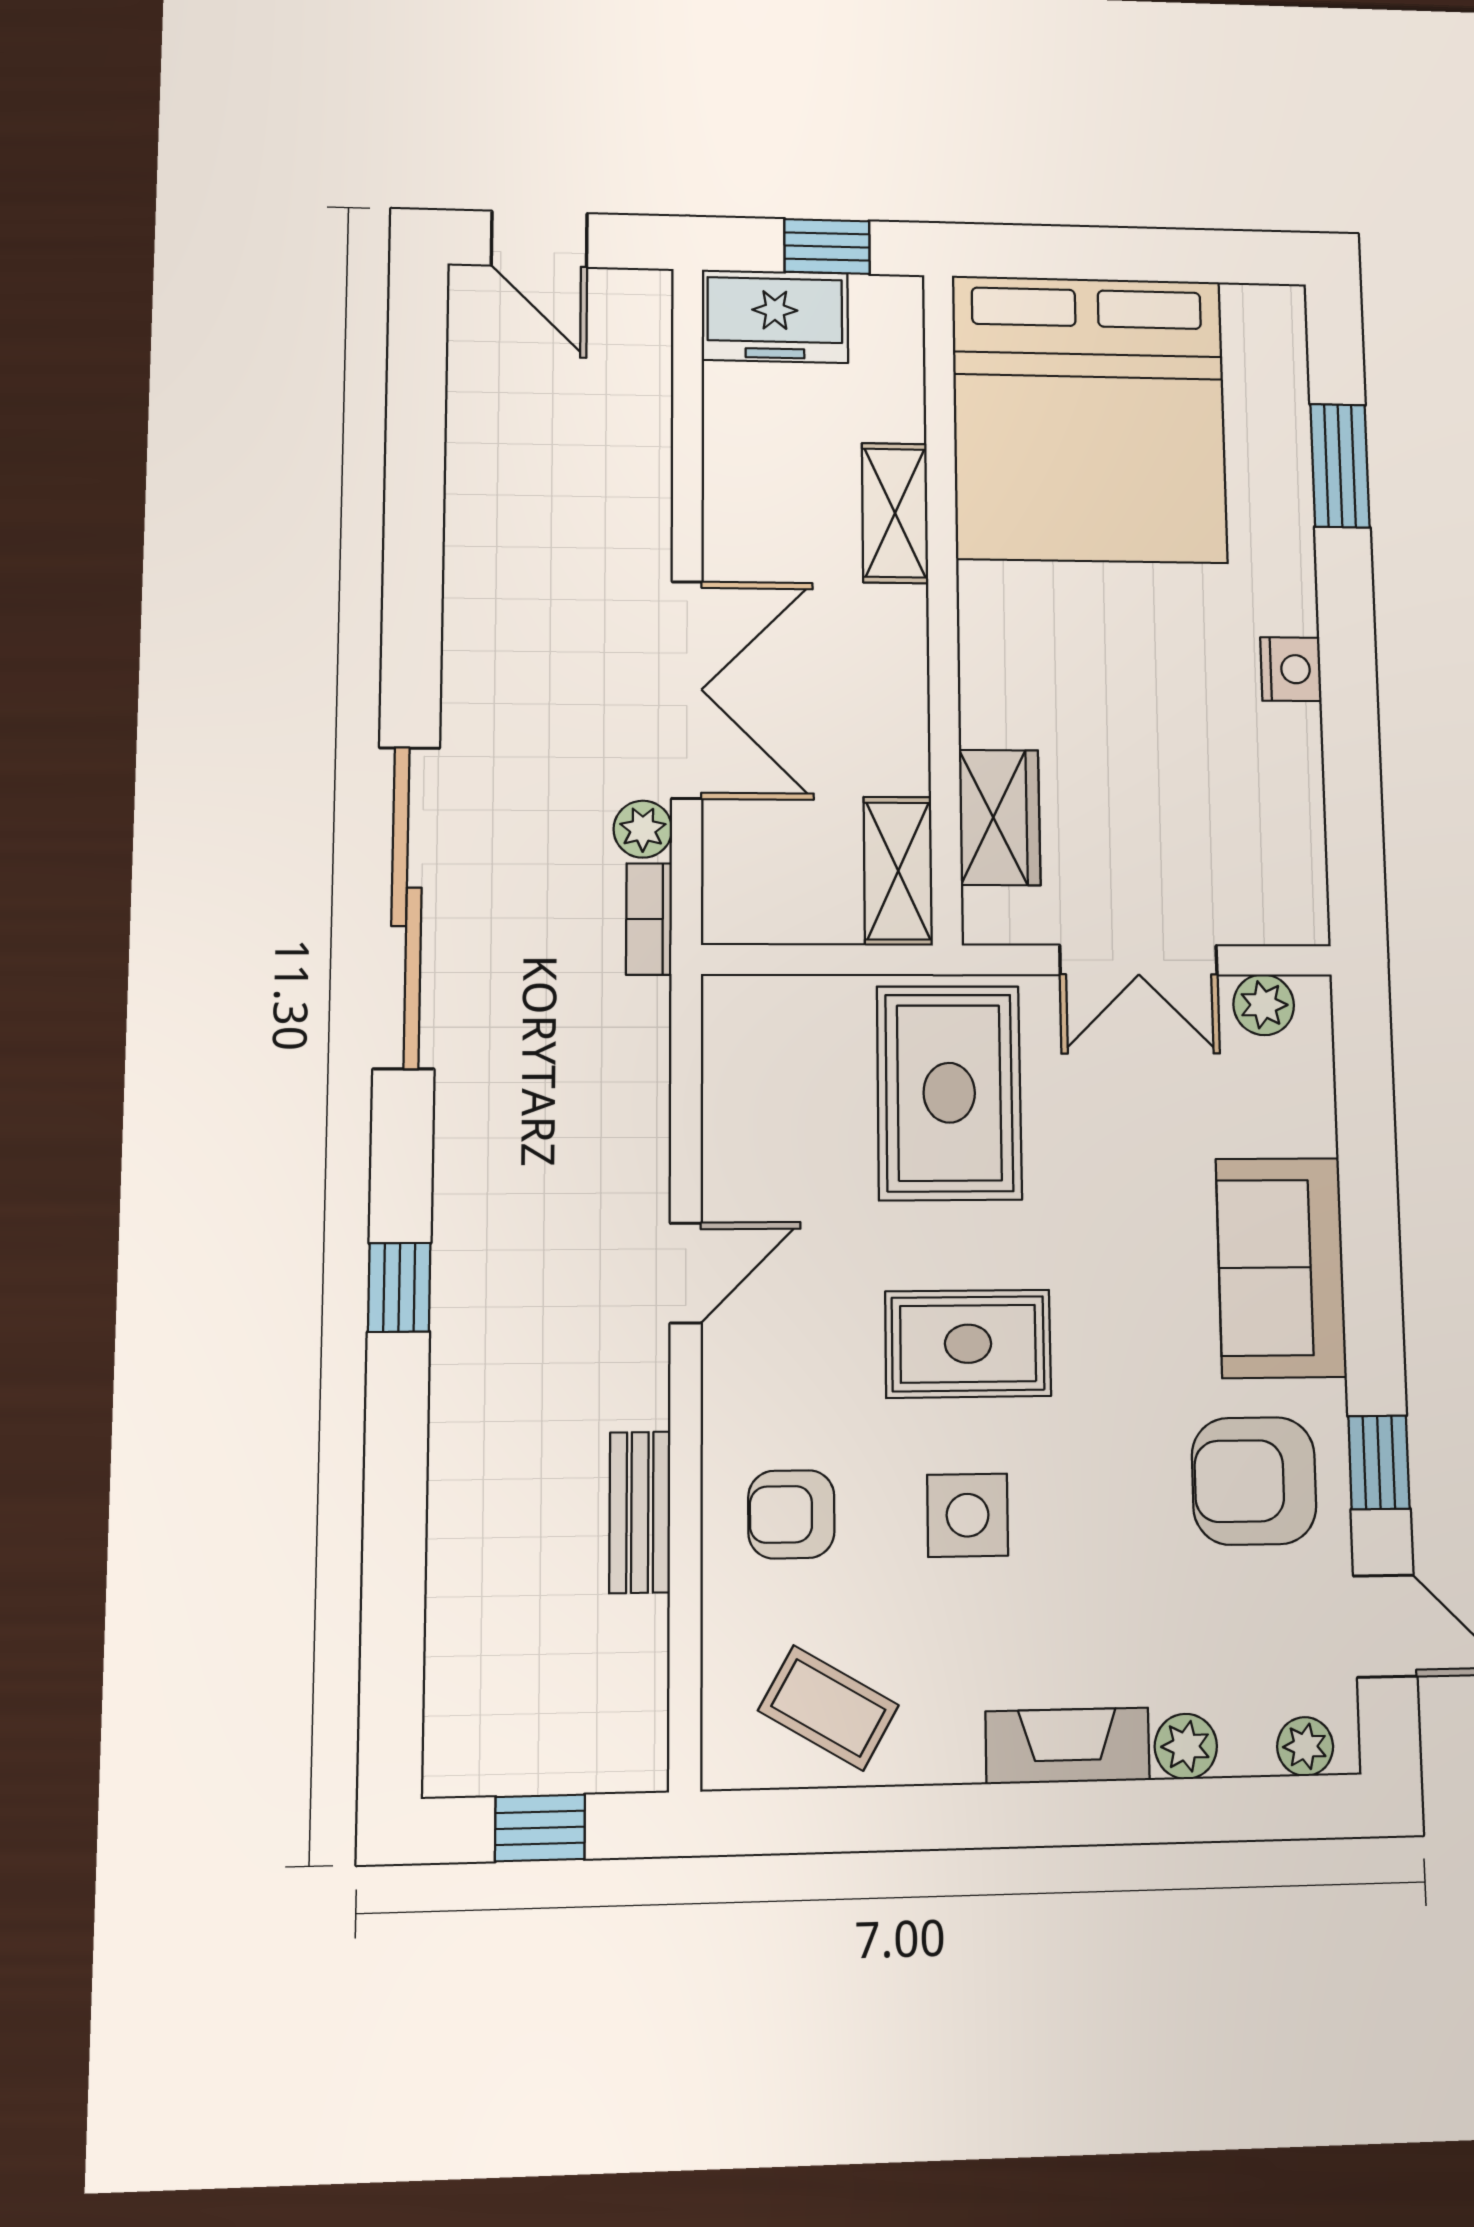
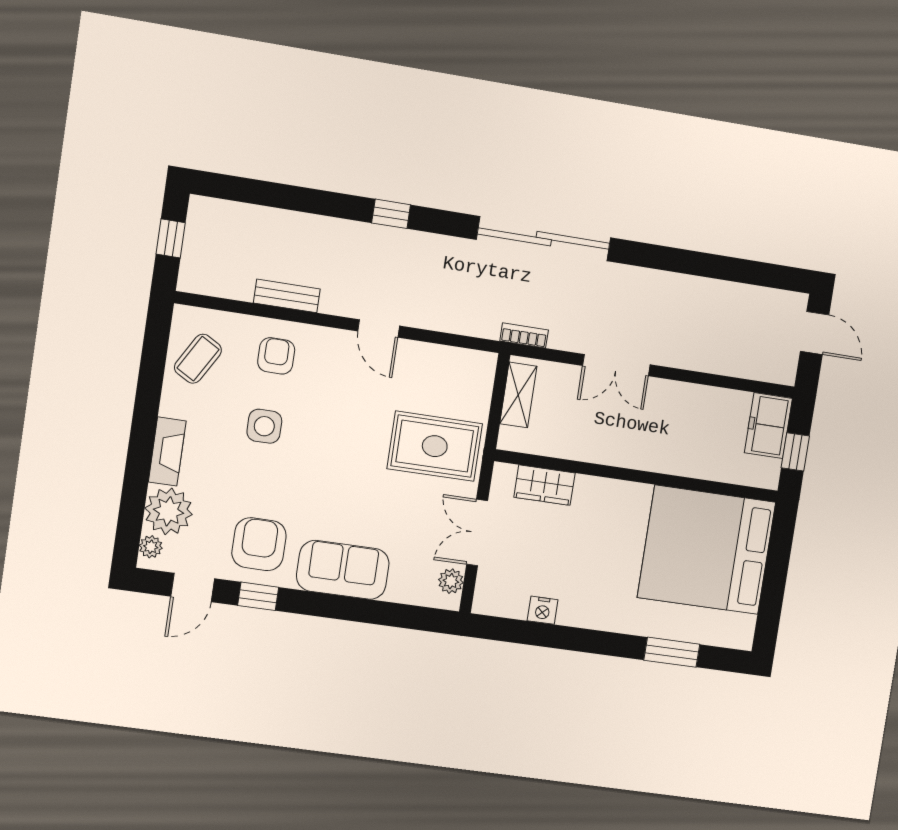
door: (539, 239) -> (815, 333), swing flipped
shelving: (895, 513) -> (678, 462), removed
nightstand: (1291, 669) -> (543, 610), moved
double door: (687, 689) -> (616, 365), width x0.73
plant: (643, 829) -> (561, 338), removed
shelving: (898, 871) -> (518, 395), moved, turned 90
rug: (968, 1344) -> (332, 437), removed
plant: (1186, 1746) -> (169, 511), width x1.88, depth x1.88

